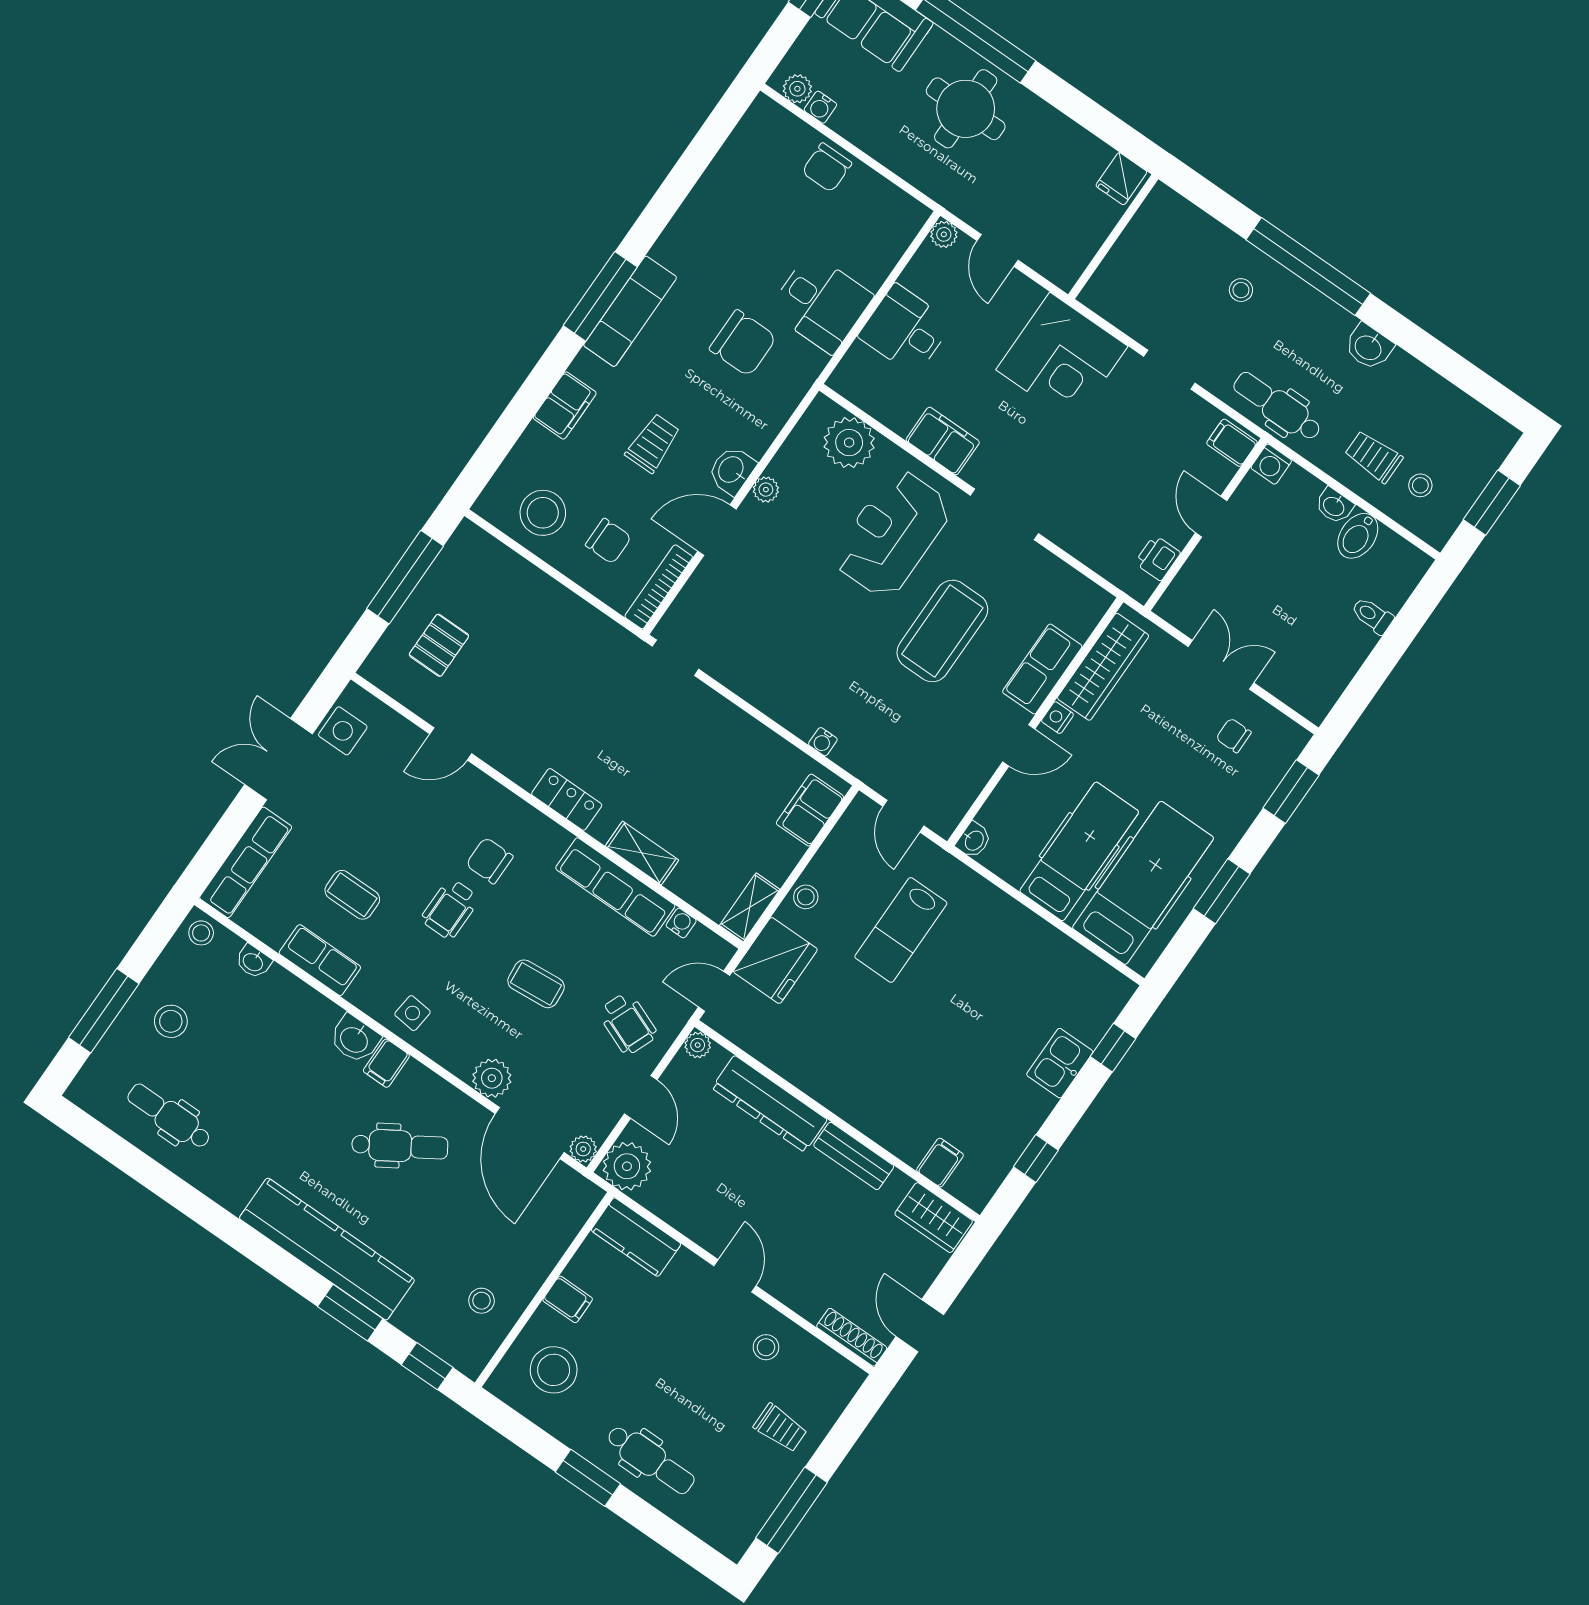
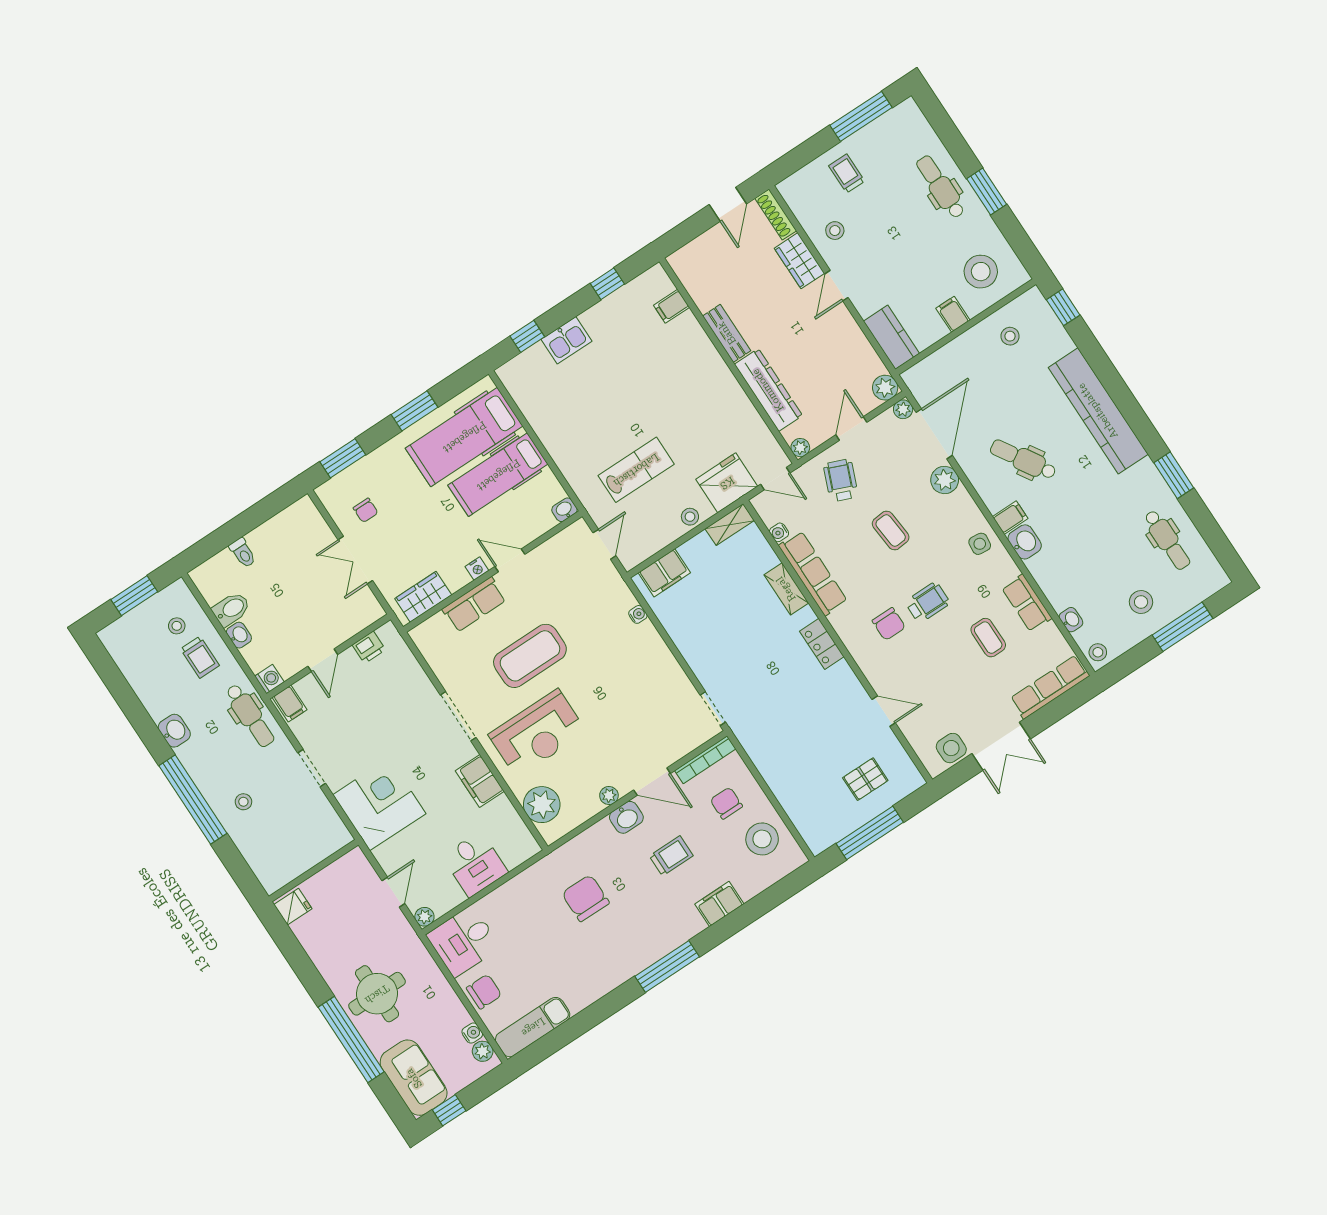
desk: (821, 303) -> (463, 941), moved, turned -90
exam couch: (630, 311) -> (533, 1027), moved
trolley: (653, 443) -> (671, 856), turned 180
wardrobe: (1103, 667) -> (423, 597), width x0.67
plant: (627, 1166) -> (885, 388), width x0.73, depth x0.73
wardrobe: (934, 1218) -> (799, 261), moved, turned 180
window: (350, 1313) -> (1174, 475), moved

